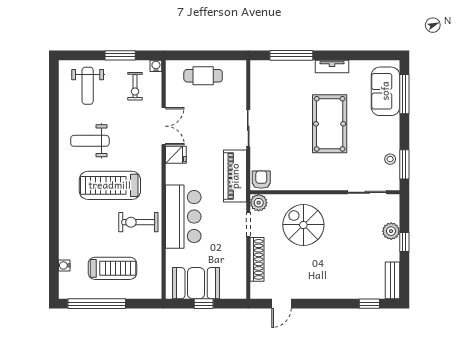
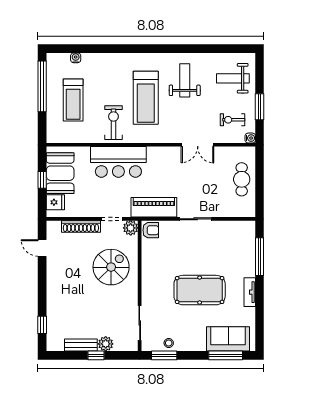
fridge: (176, 155) -> (55, 202), moved, turned -90
treadmill: (110, 185) -> (146, 98), turned 180
bench: (392, 280) -> (81, 345), moved

